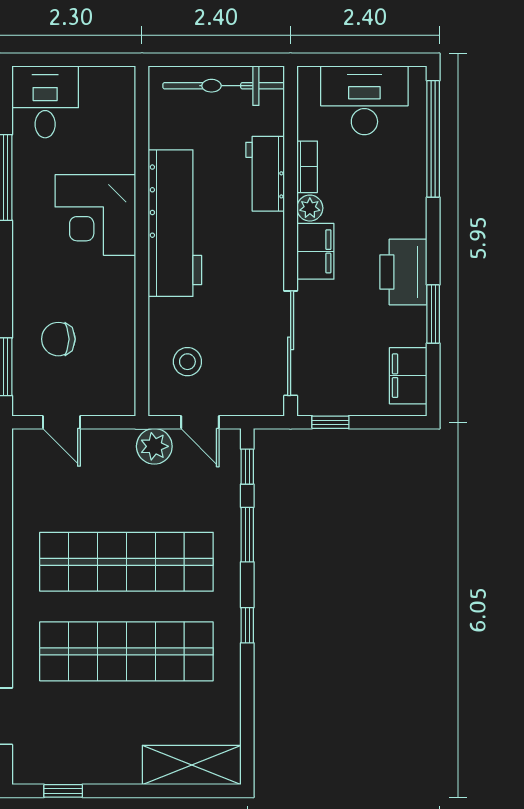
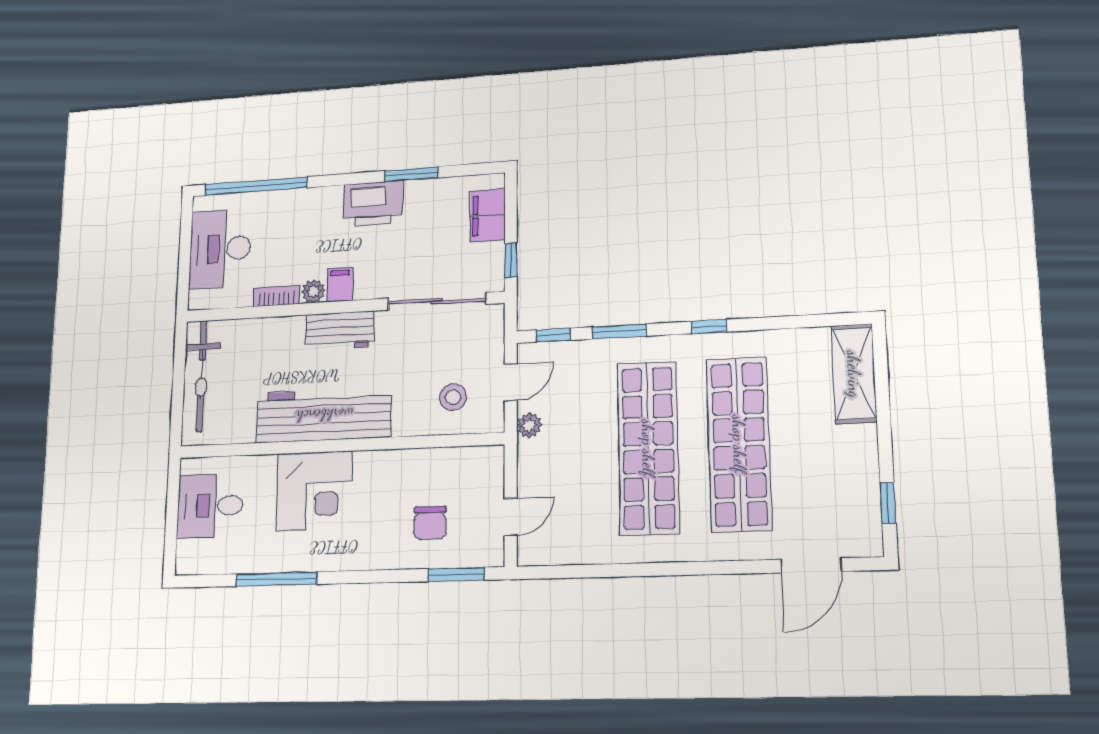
desk: (45, 102) -> (210, 506), moved
workbench: (265, 174) -> (340, 330), moved
filing cabinet: (315, 251) -> (340, 285), width x0.50
filing cabinet: (408, 376) -> (488, 215), moved, turned 90
plant: (154, 446) -> (529, 425), width x0.73, depth x0.73

